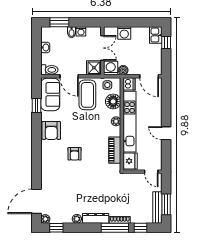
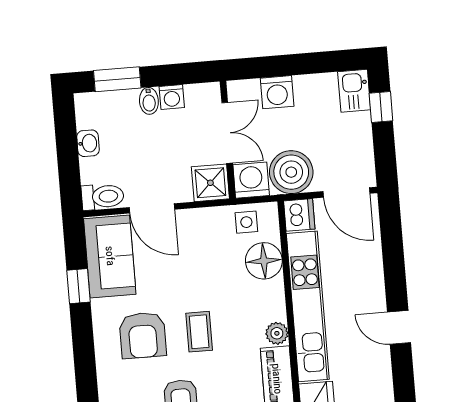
boiler: (123, 70) -> (291, 172), width x1.86, depth x1.86
coffee table: (87, 95) -> (199, 332), moved, width x0.54, depth x0.58
plant: (116, 121) -> (277, 333), moved
armchair: (51, 130) -> (143, 335), moved

